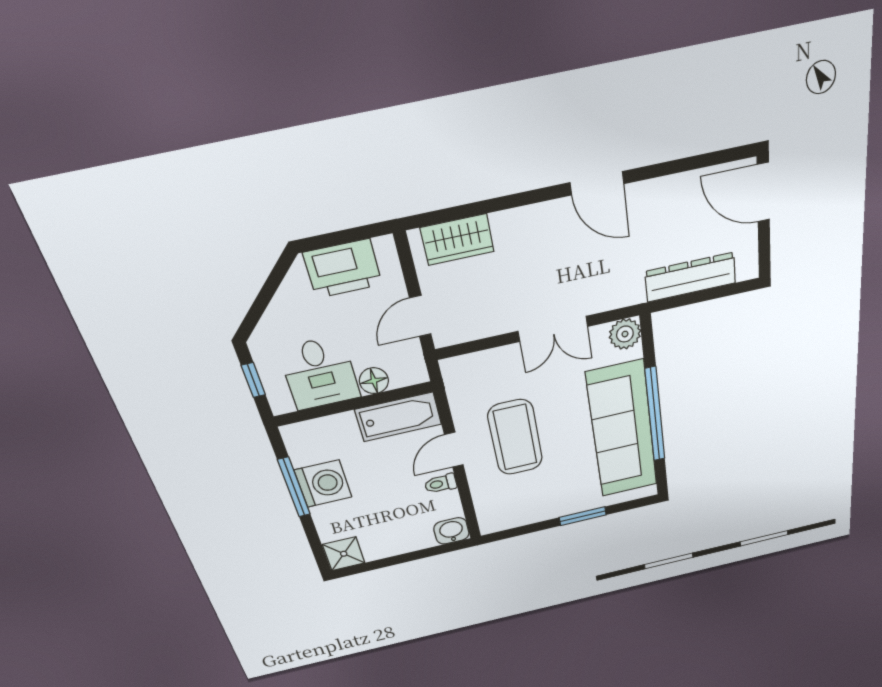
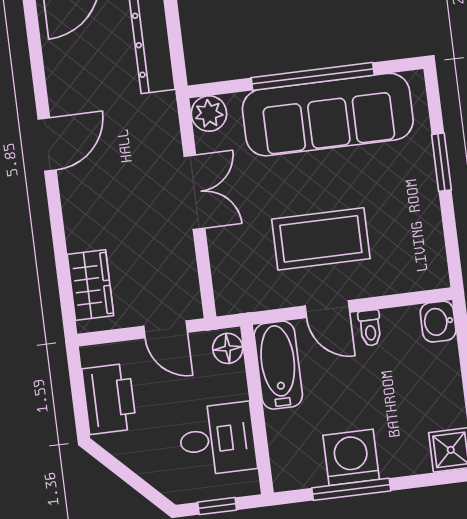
floor lamp: (374, 381) -> (228, 348), moved

